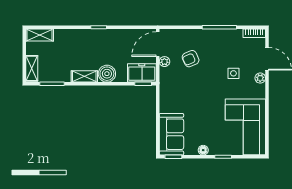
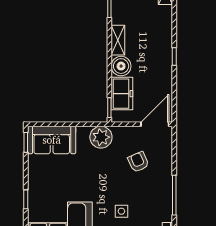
door: (158, 44) -> (155, 124), hinge flipped
plant: (164, 62) -> (101, 137), moved, width x1.87, depth x1.87
freezer: (142, 73) -> (122, 94), moved
floor lamp: (203, 150) -> (33, 176), removed

